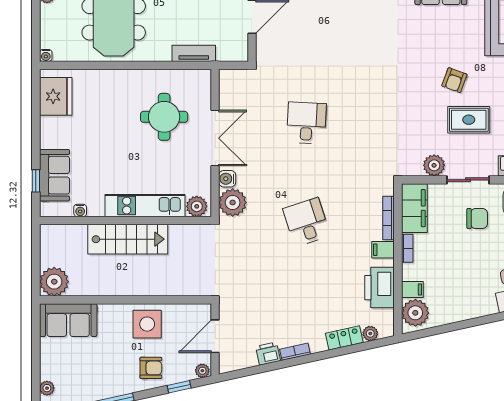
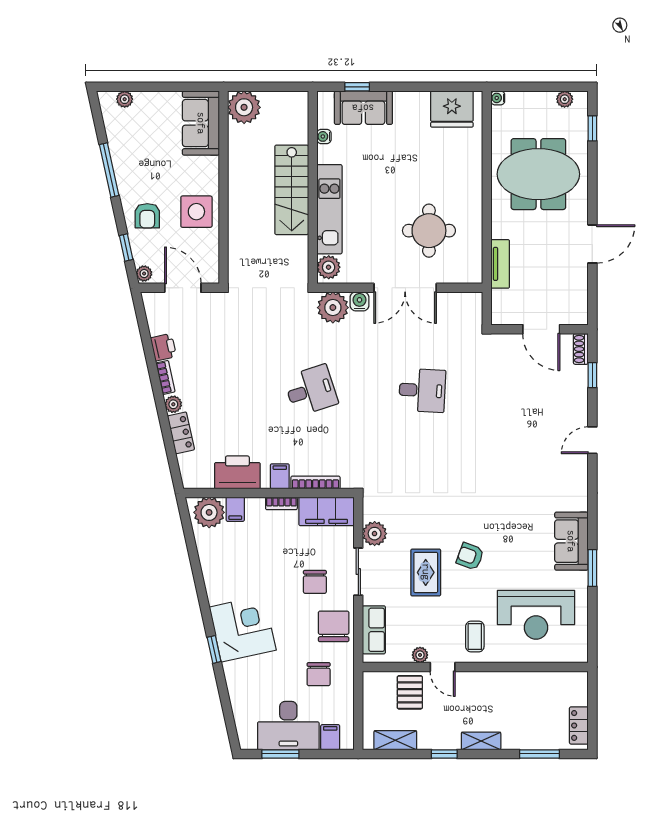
plant: (370, 333) -> (173, 404), moved

